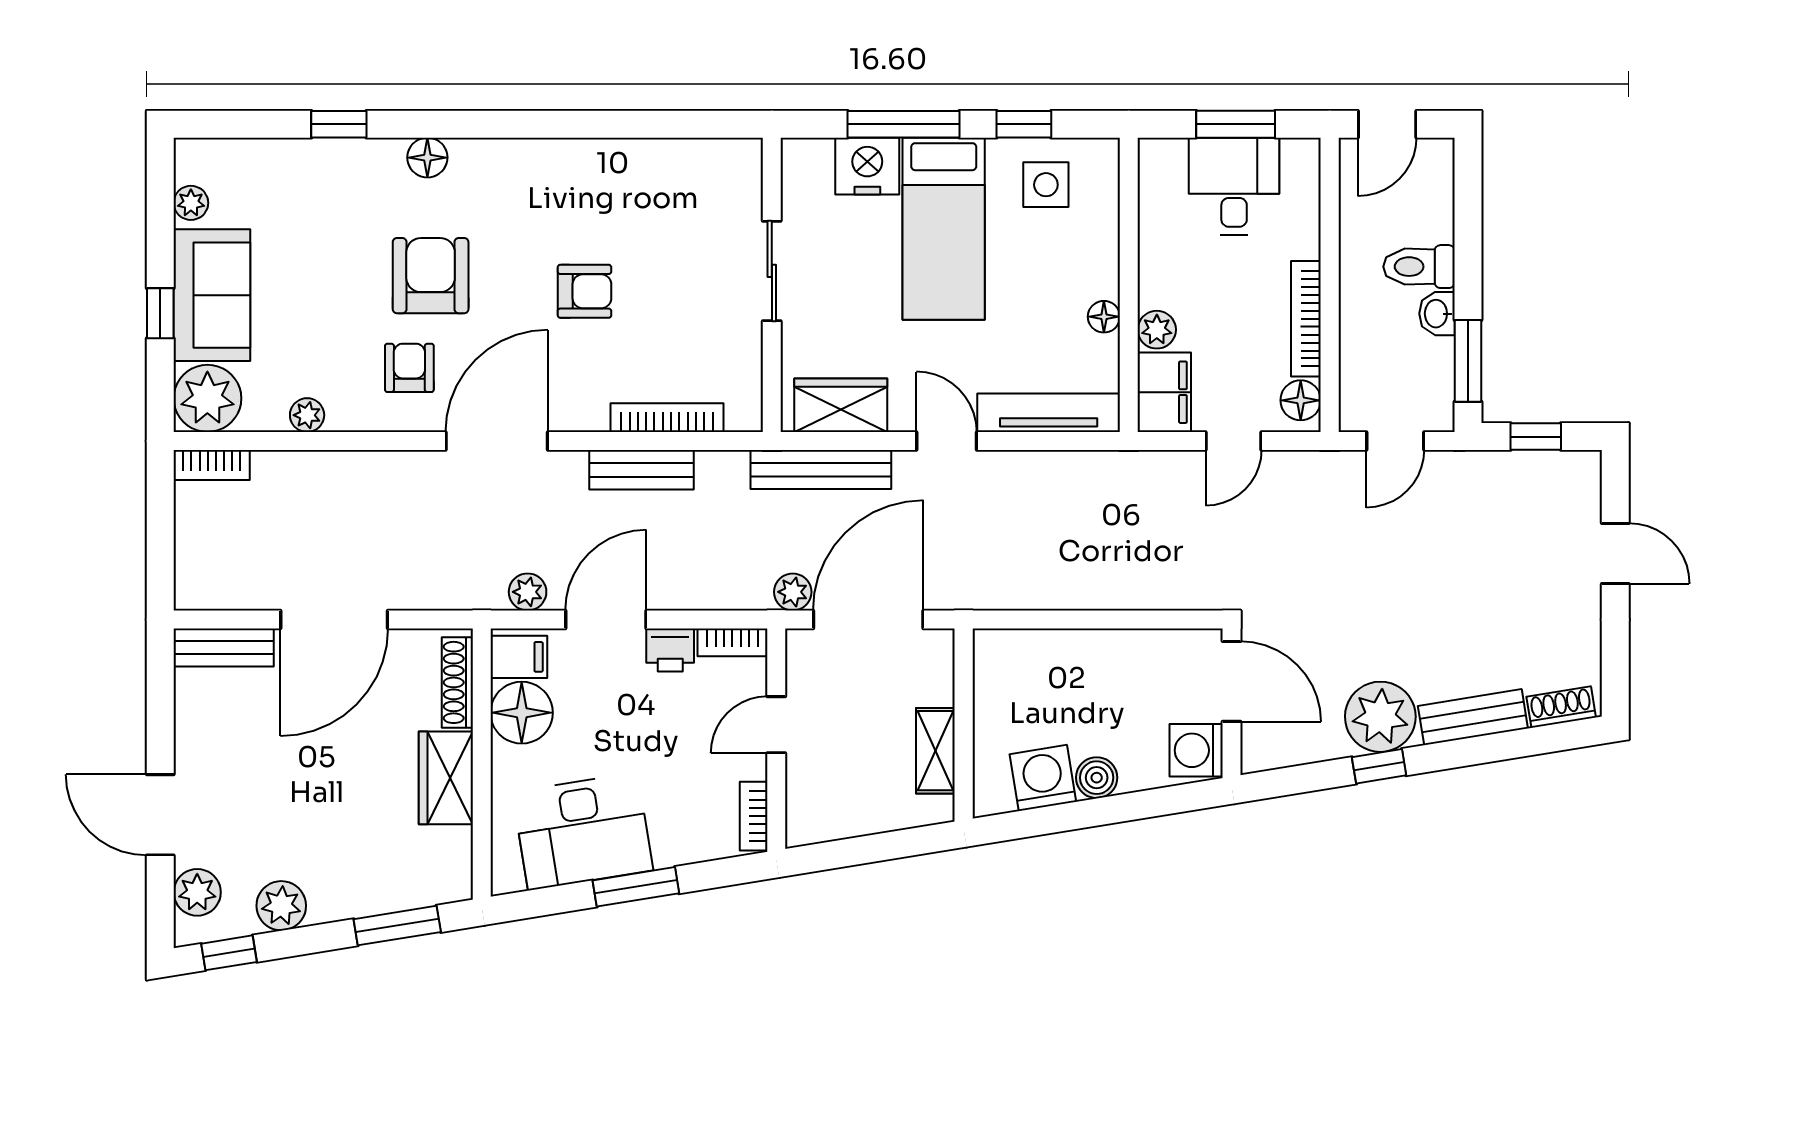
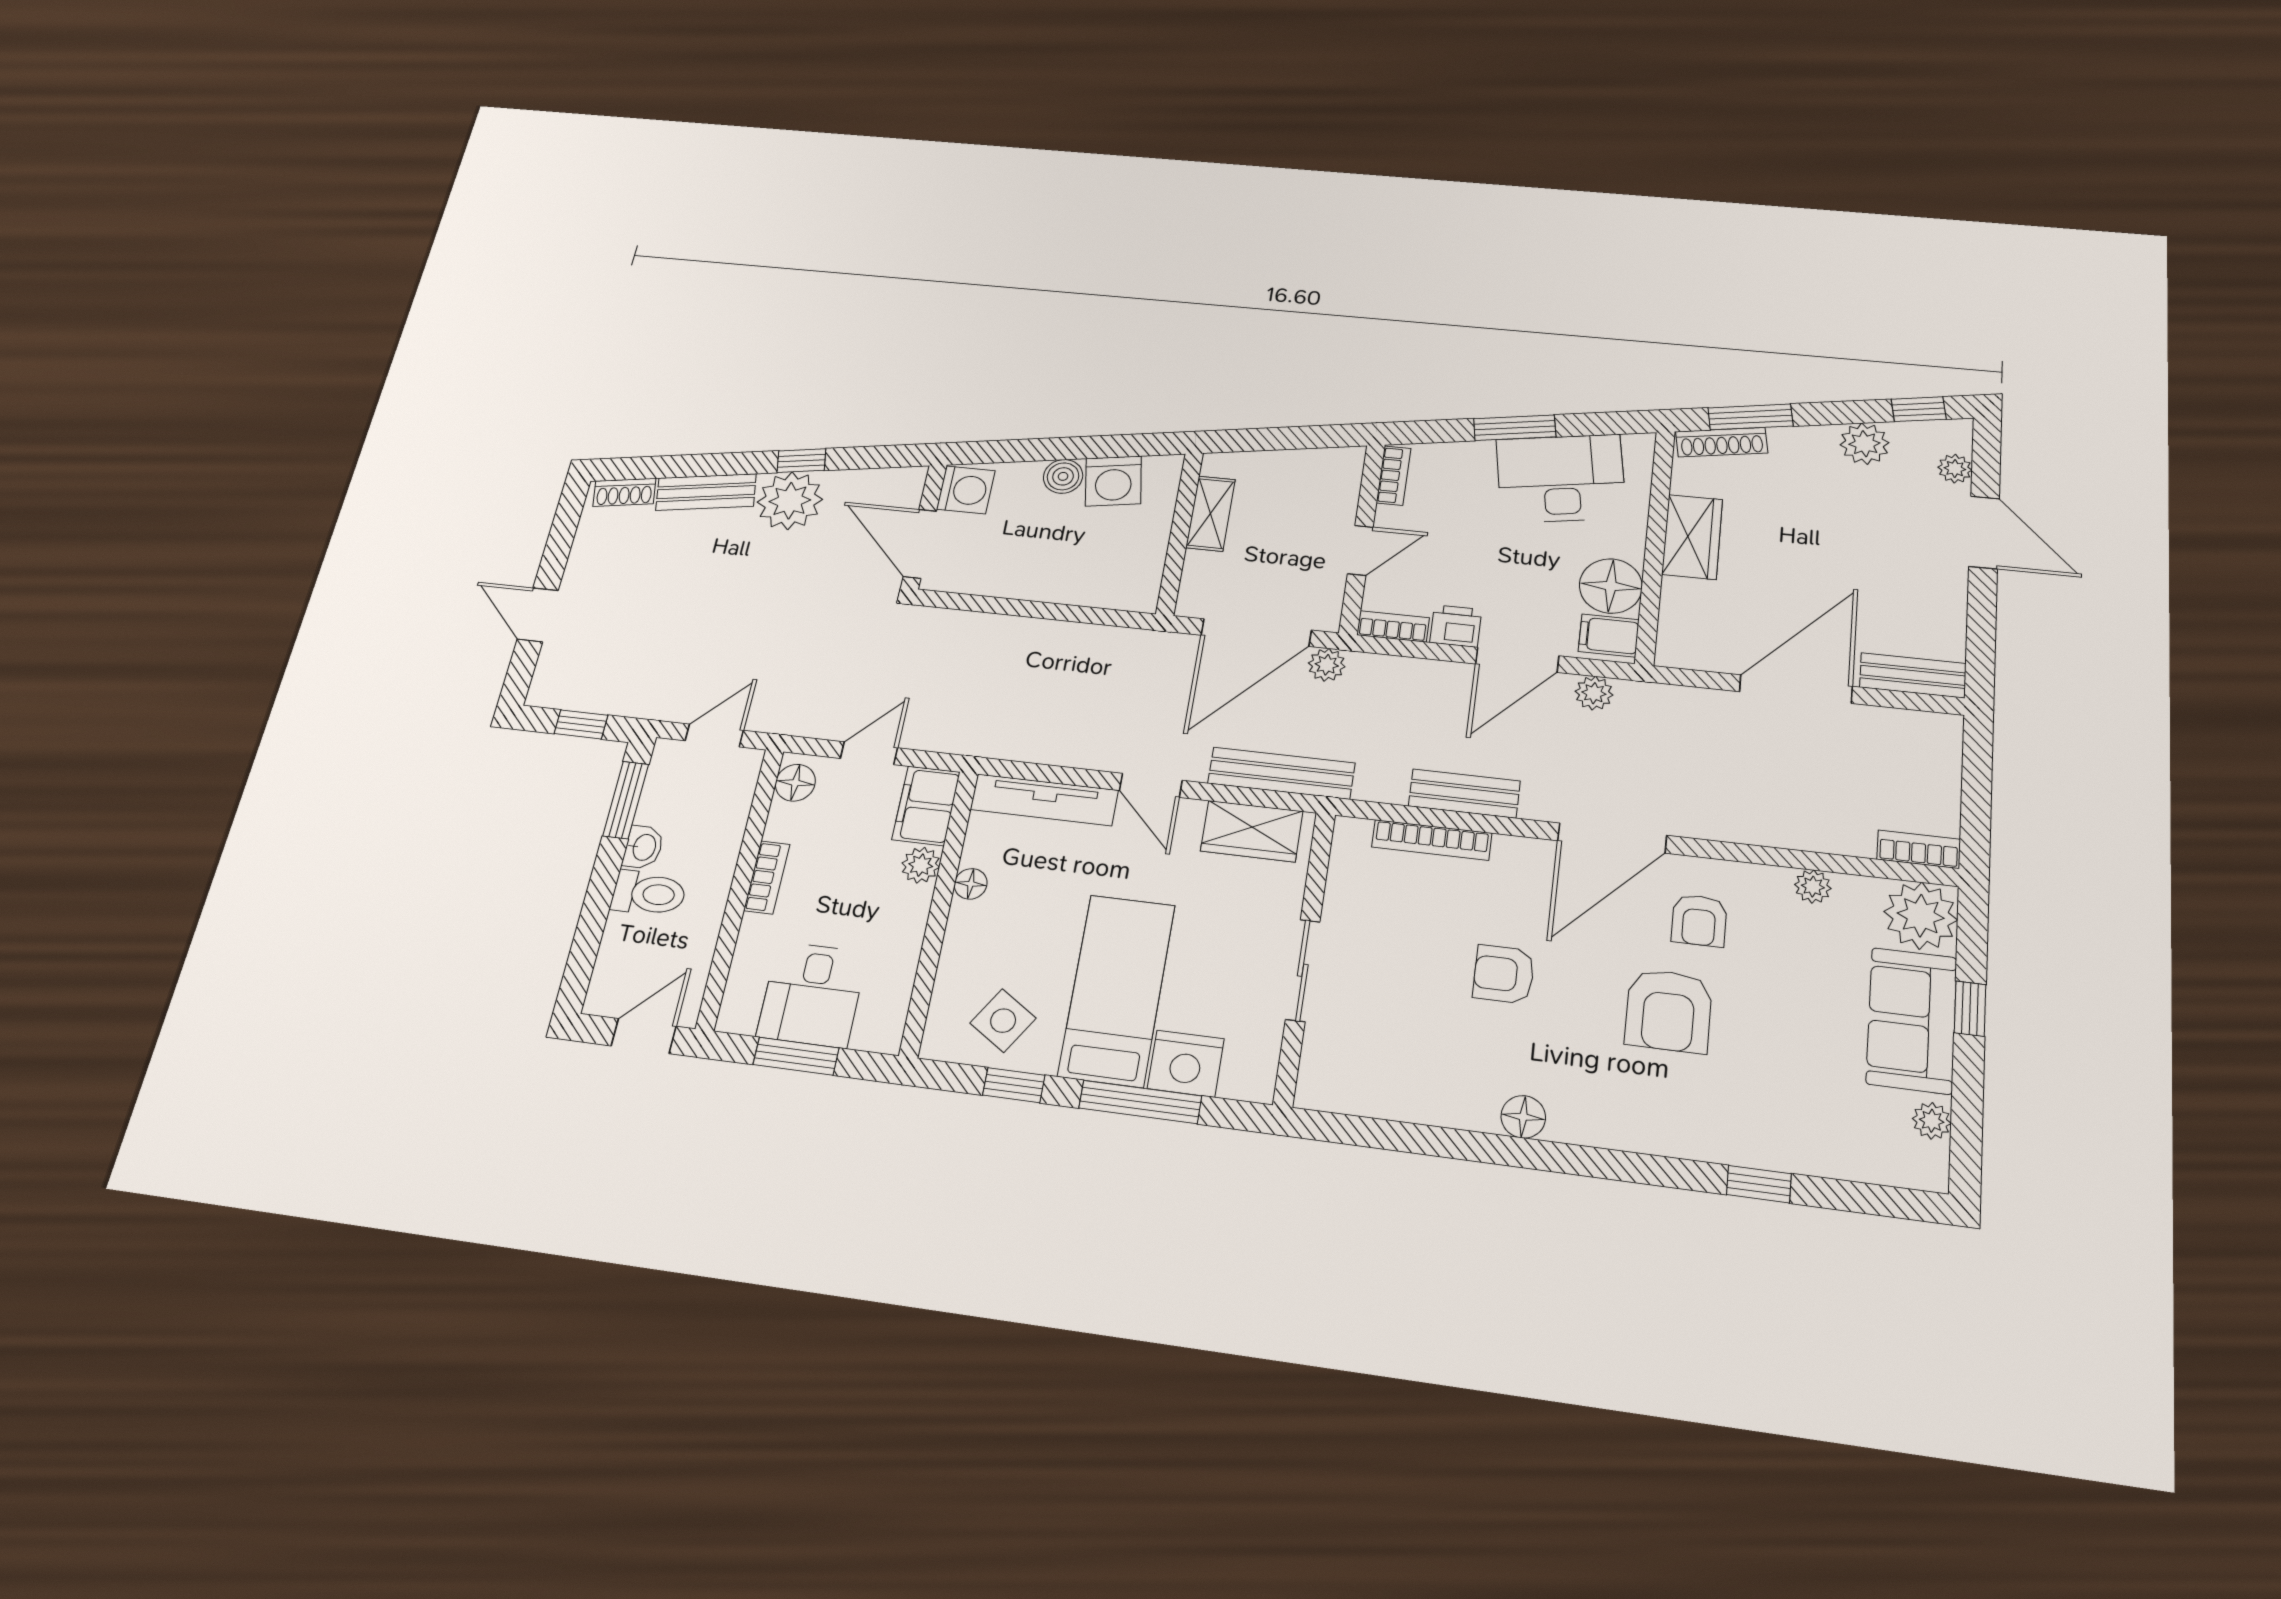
floor lamp: (427, 158) -> (1523, 1117), moved
side table: (1046, 185) -> (1003, 1021), turned 33
bookcase: (1306, 319) -> (767, 877), width x0.64
shoe rack: (457, 682) -> (1722, 442), moved, turned 81
plant: (197, 892) -> (1955, 469), width x0.73, depth x0.73

